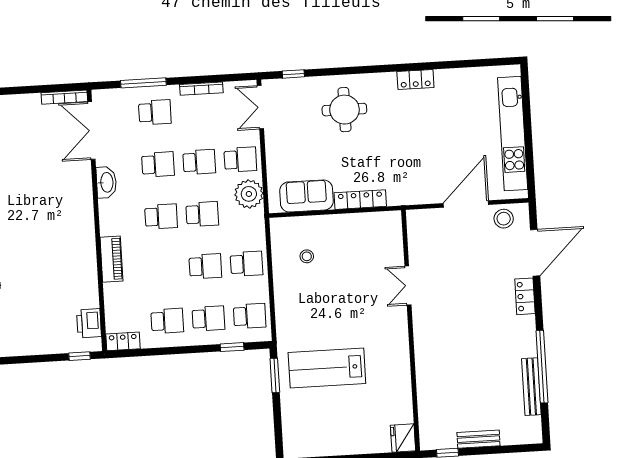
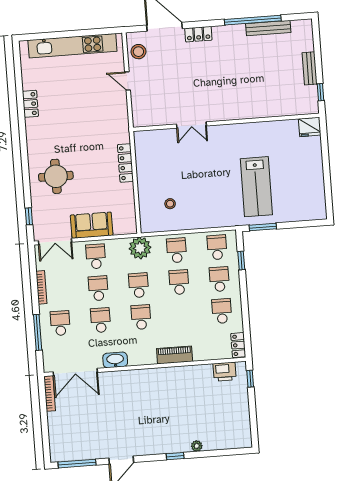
locker: (415, 80) -> (30, 104), moved
plant: (249, 194) -> (140, 248), moved
sofa: (306, 196) -> (92, 225), moved, turned 90
door: (466, 204) -> (128, 81), width x0.53

